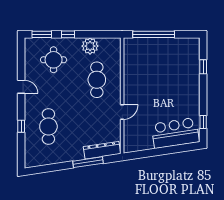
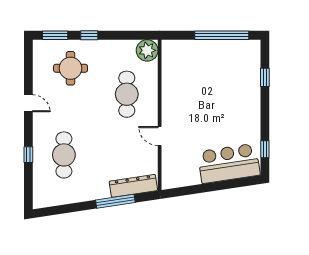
window: (154, 34) -> (222, 35), moved
plant: (90, 46) -> (147, 50), moved
door: (122, 112) -> (160, 136), swing flipped

